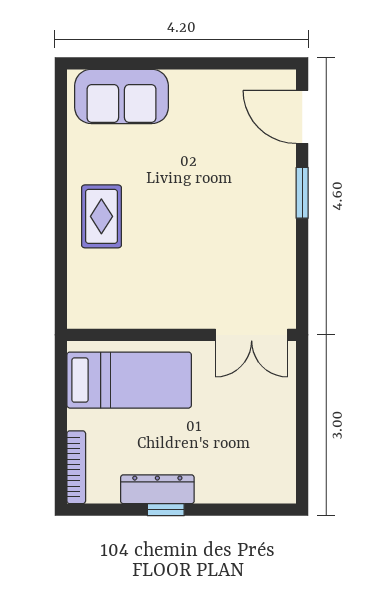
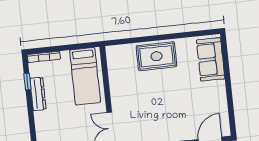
rug: (101, 216) -> (156, 56), width x1.36, depth x1.43
window: (166, 510) -> (27, 82), moved

